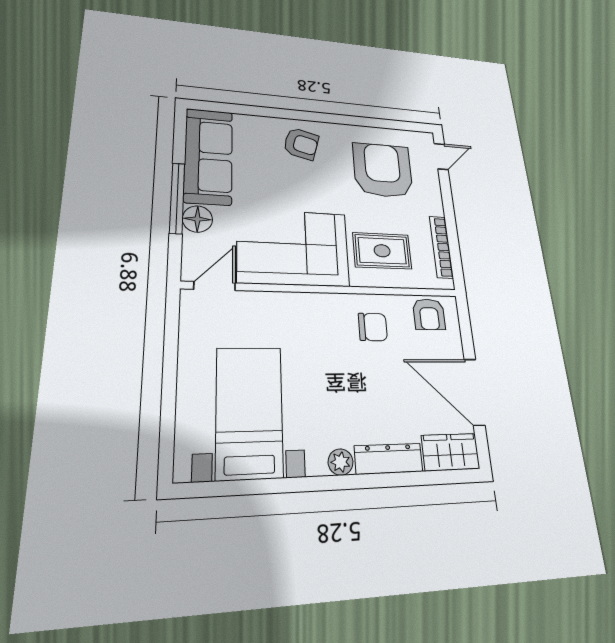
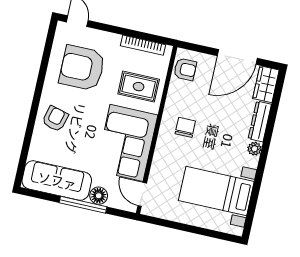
rug: (382, 251) -> (139, 87), turned 90
chair: (373, 327) -> (185, 127), moved

